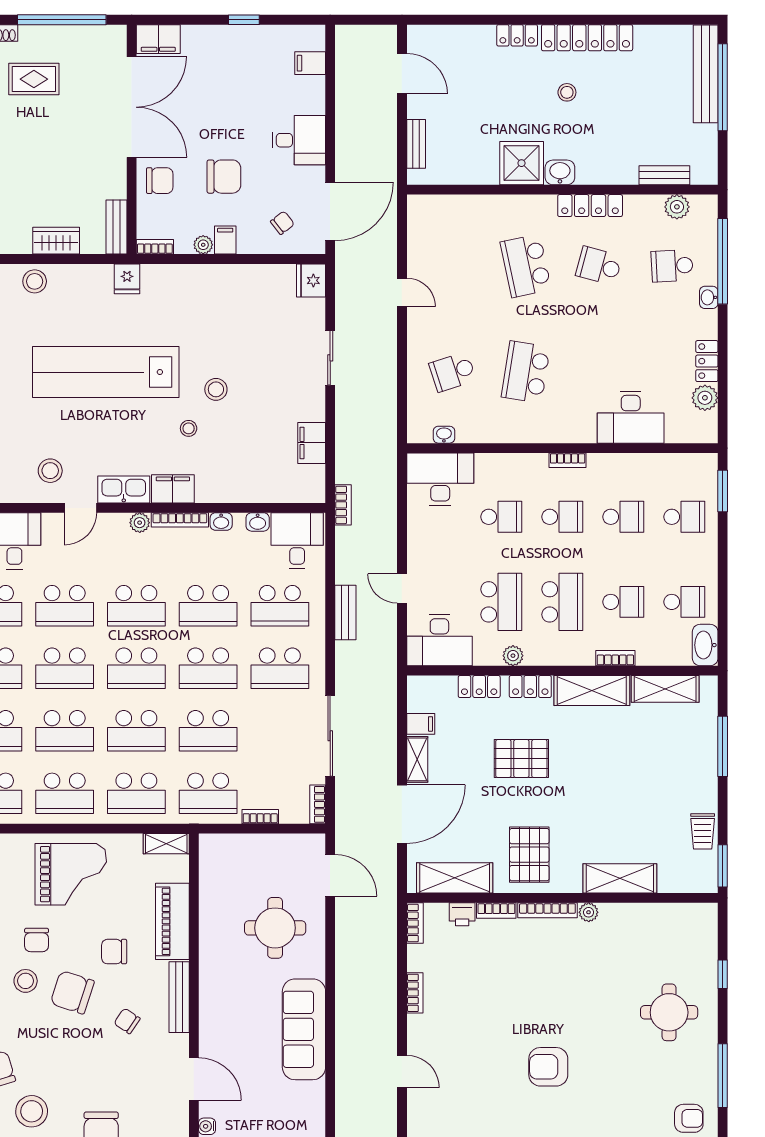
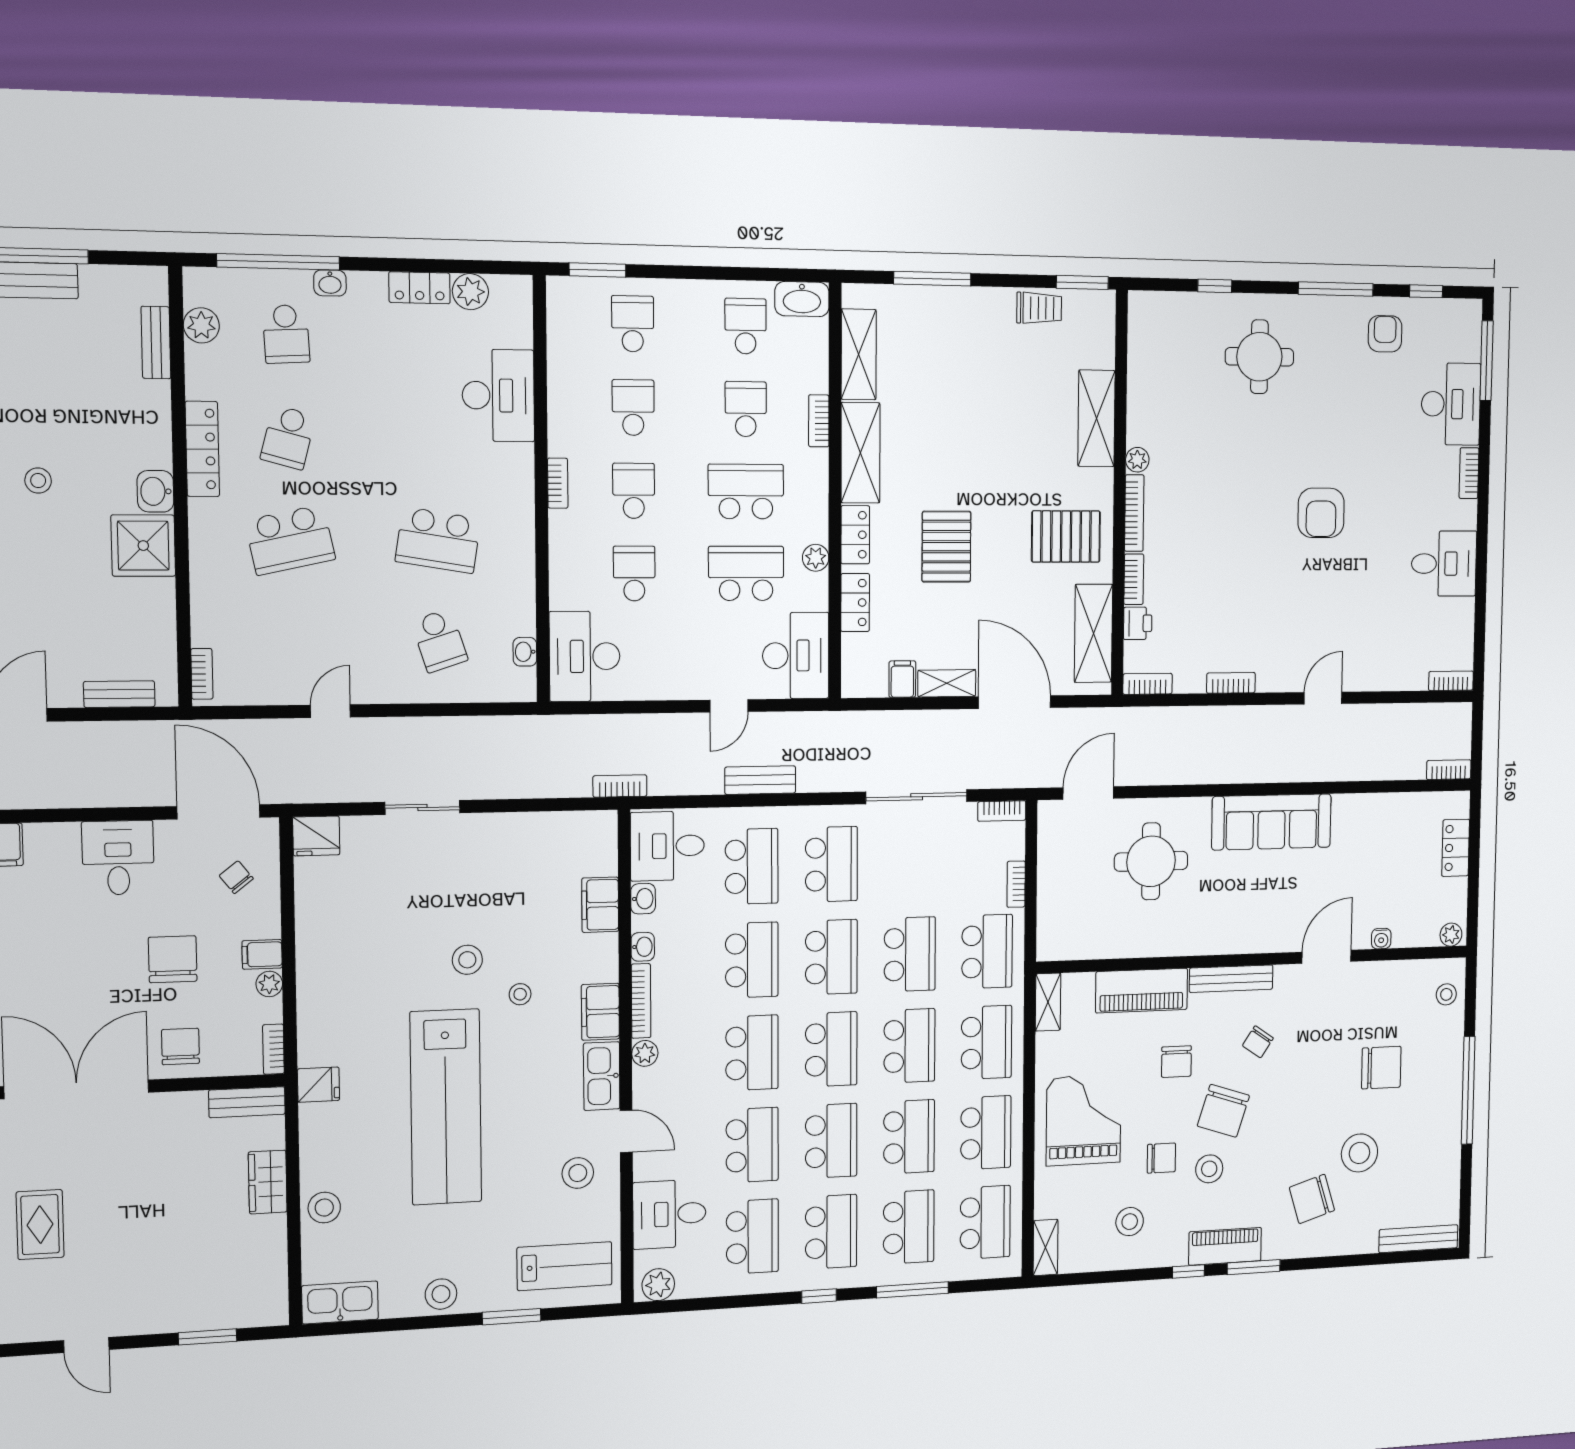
bookcase: (430, 202) -> (202, 674), added
filing cabinet: (312, 443) -> (600, 905), moved, turned 90

